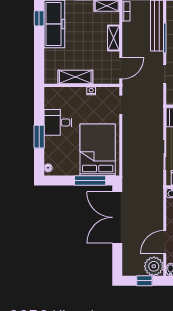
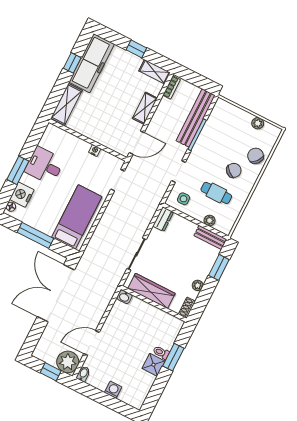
window: (39, 18) -> (72, 63), moved
shelving: (75, 77) -> (66, 104), moved, turned 90
bed: (98, 150) -> (77, 217), width x0.67
nightstand: (52, 154) -> (22, 195), added
window: (90, 180) -> (35, 235), moved

